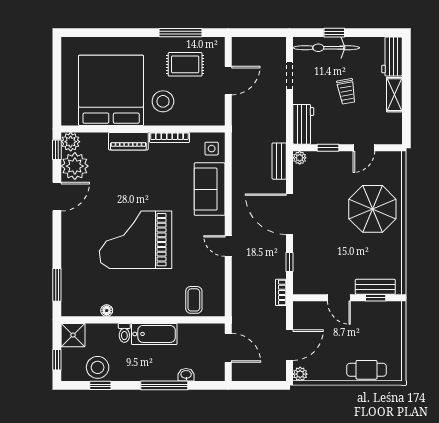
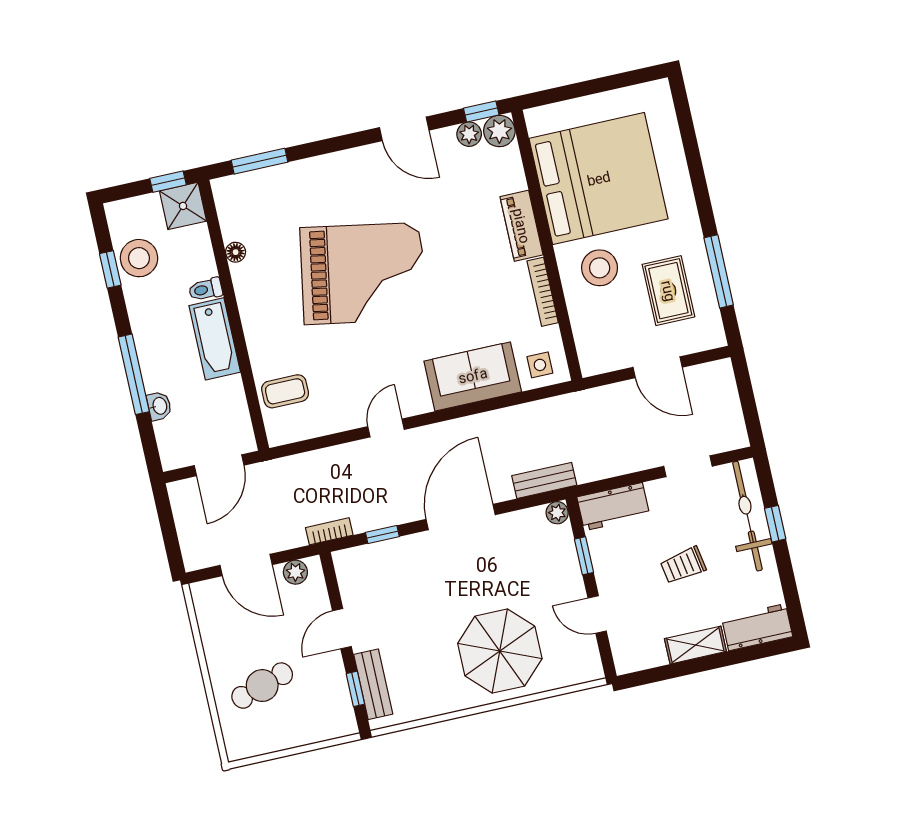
plant: (75, 166) -> (469, 134), width x0.53, depth x0.53
grand piano: (136, 240) -> (363, 274), turned 100
window: (57, 360) -> (168, 182), moved
cafe table: (367, 370) -> (262, 686), moved, turned 72
plant: (300, 374) -> (295, 572), moved

